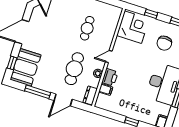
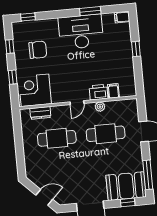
cafe table: (87, 28) -> (57, 138), width x1.37, depth x1.35
door: (109, 56) -> (77, 103), hinge flipped
window: (38, 92) -> (148, 175), moved
dresser: (90, 95) -> (40, 113), moved

